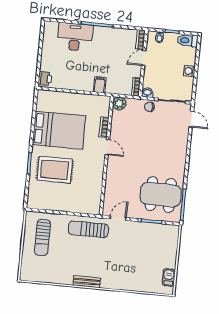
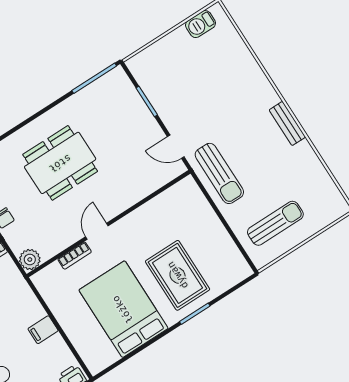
filing cabinet: (100, 85) -> (43, 330), moved
dining table: (161, 195) -> (60, 163), moved, turned 90

